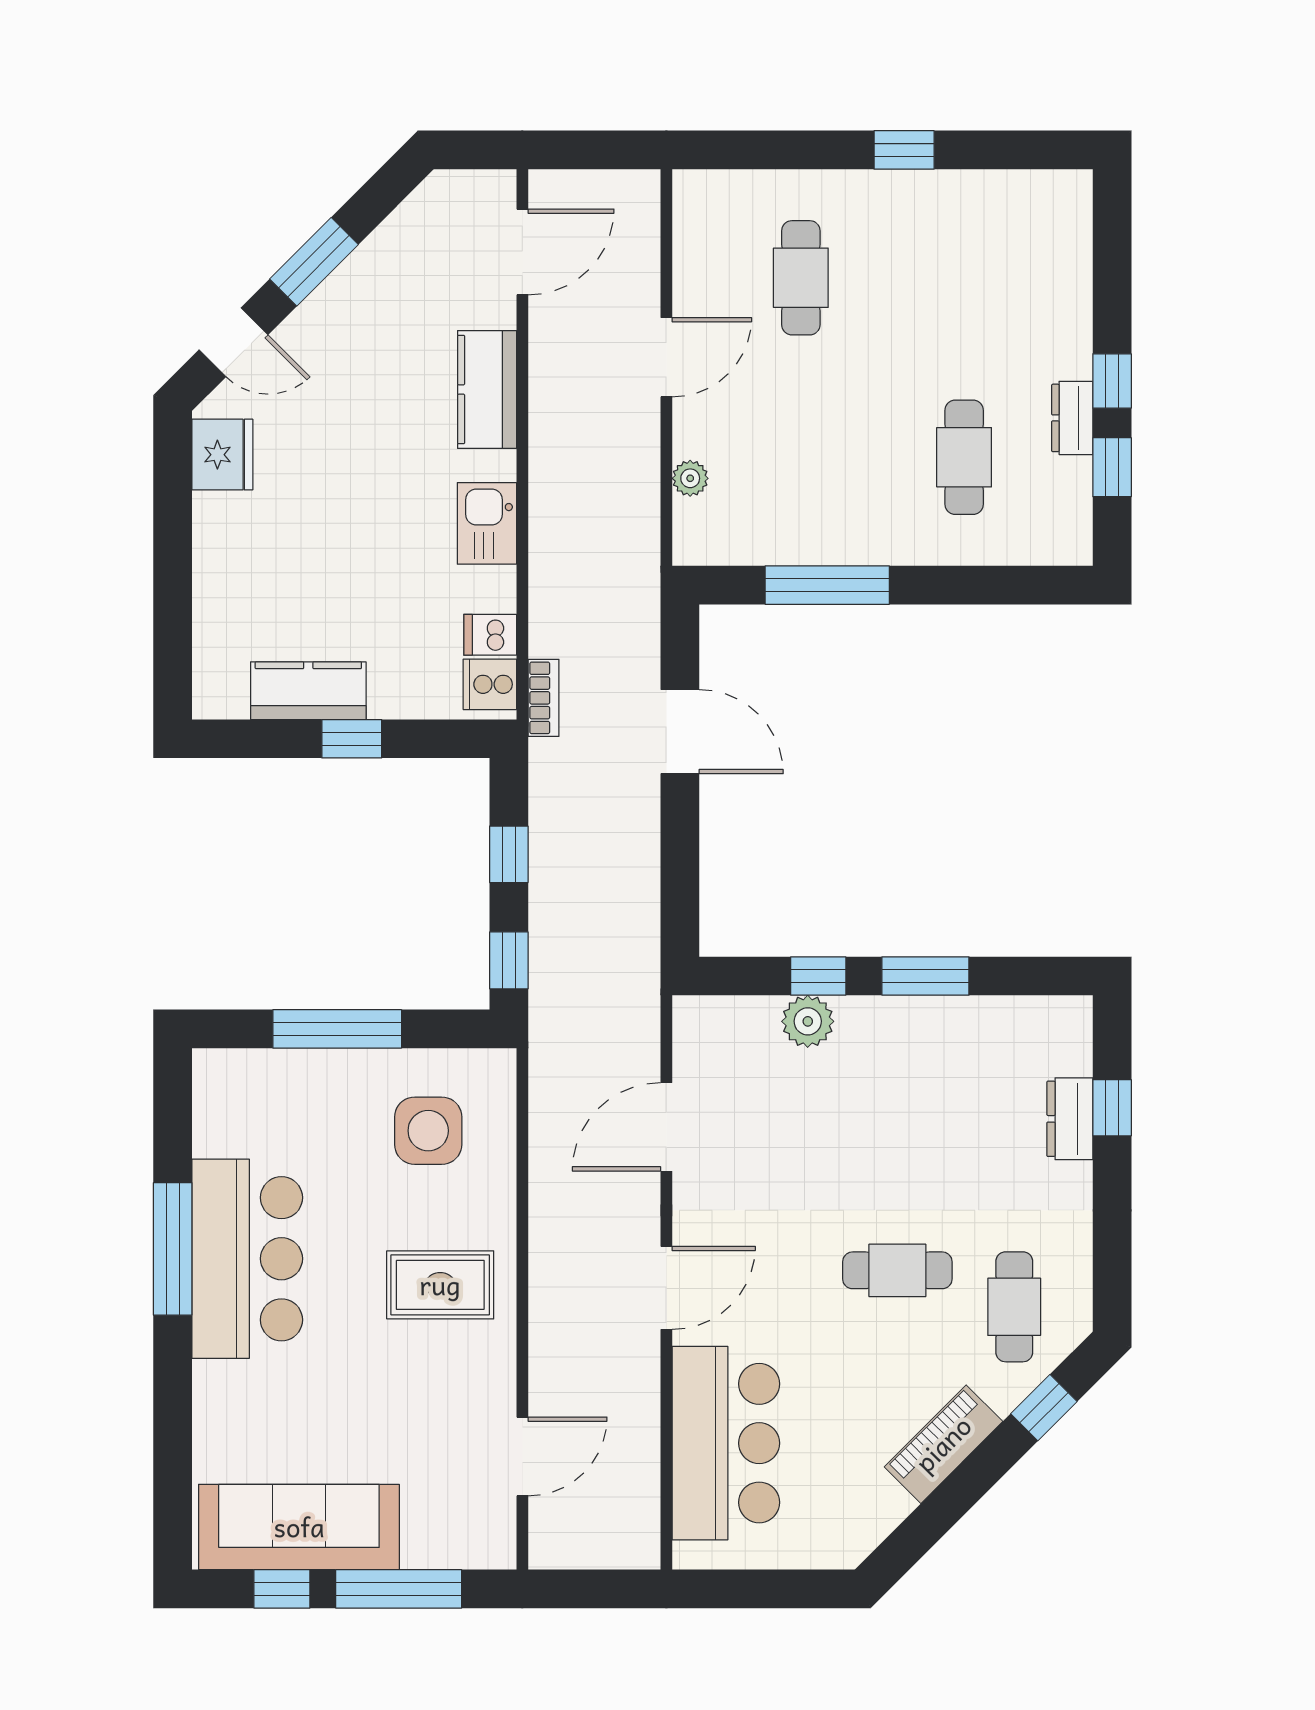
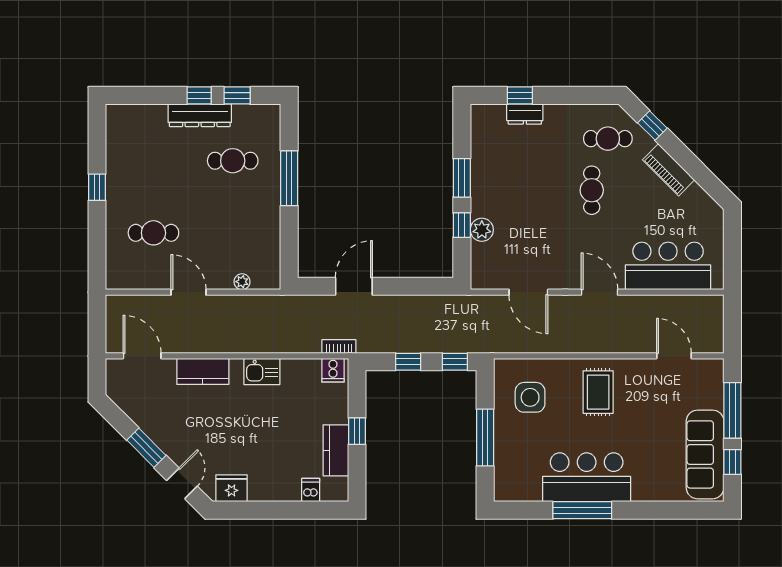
dresser: (1072, 418) -> (200, 115), width x1.96, depth x1.24
window: (827, 585) -> (289, 178), moved
dishwasher: (490, 635) -> (311, 490), moved, turned 180

